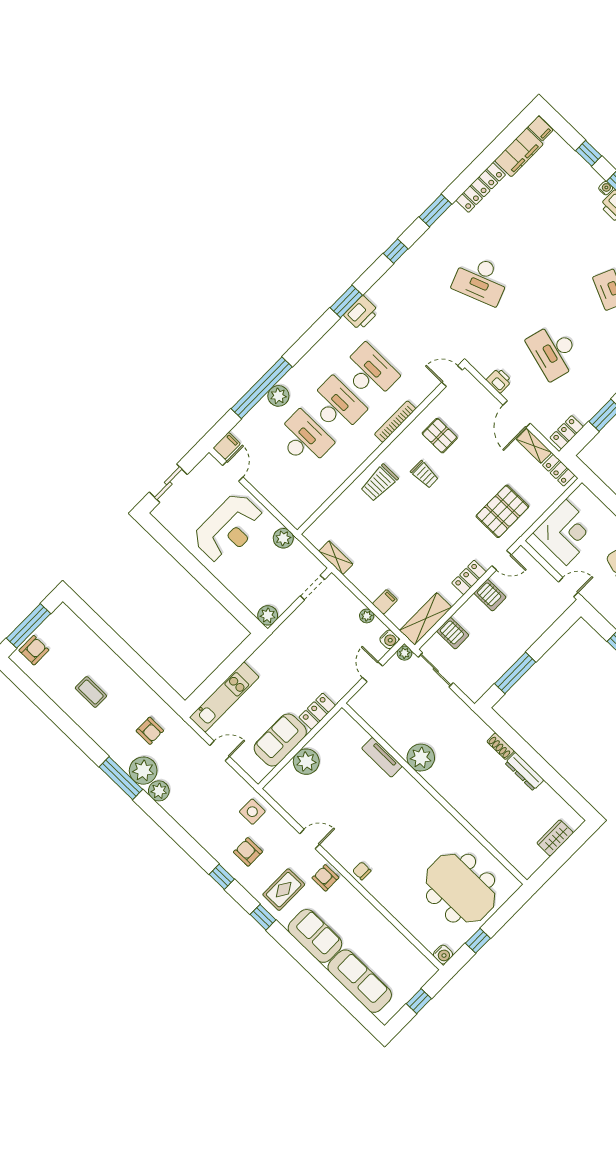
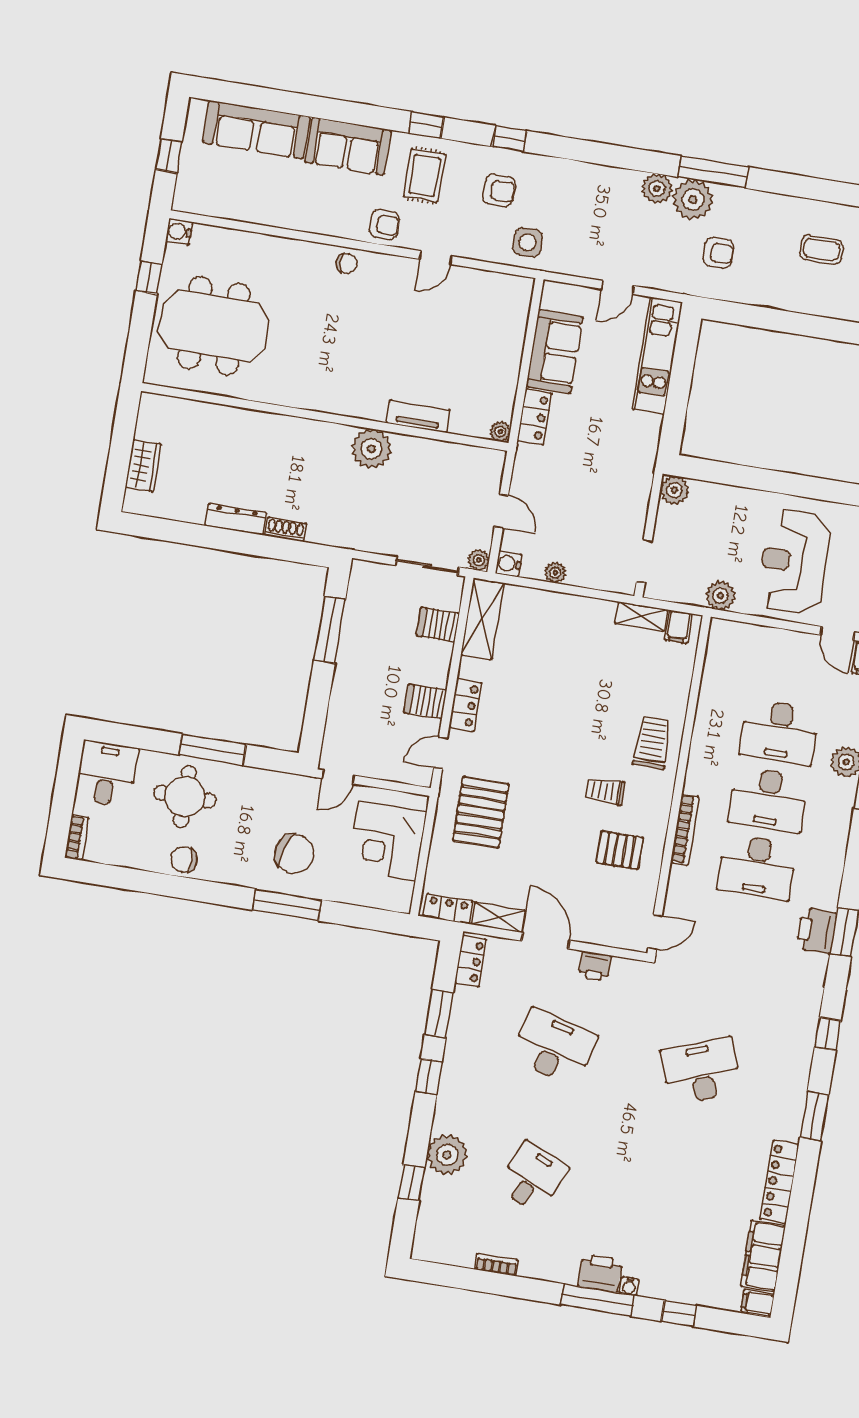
filing cabinet: (385, 602) -> (678, 627), moved
armchair: (150, 731) -> (718, 253), turned 180
plant: (306, 762) -> (500, 432), moved, width x0.53, depth x0.53

